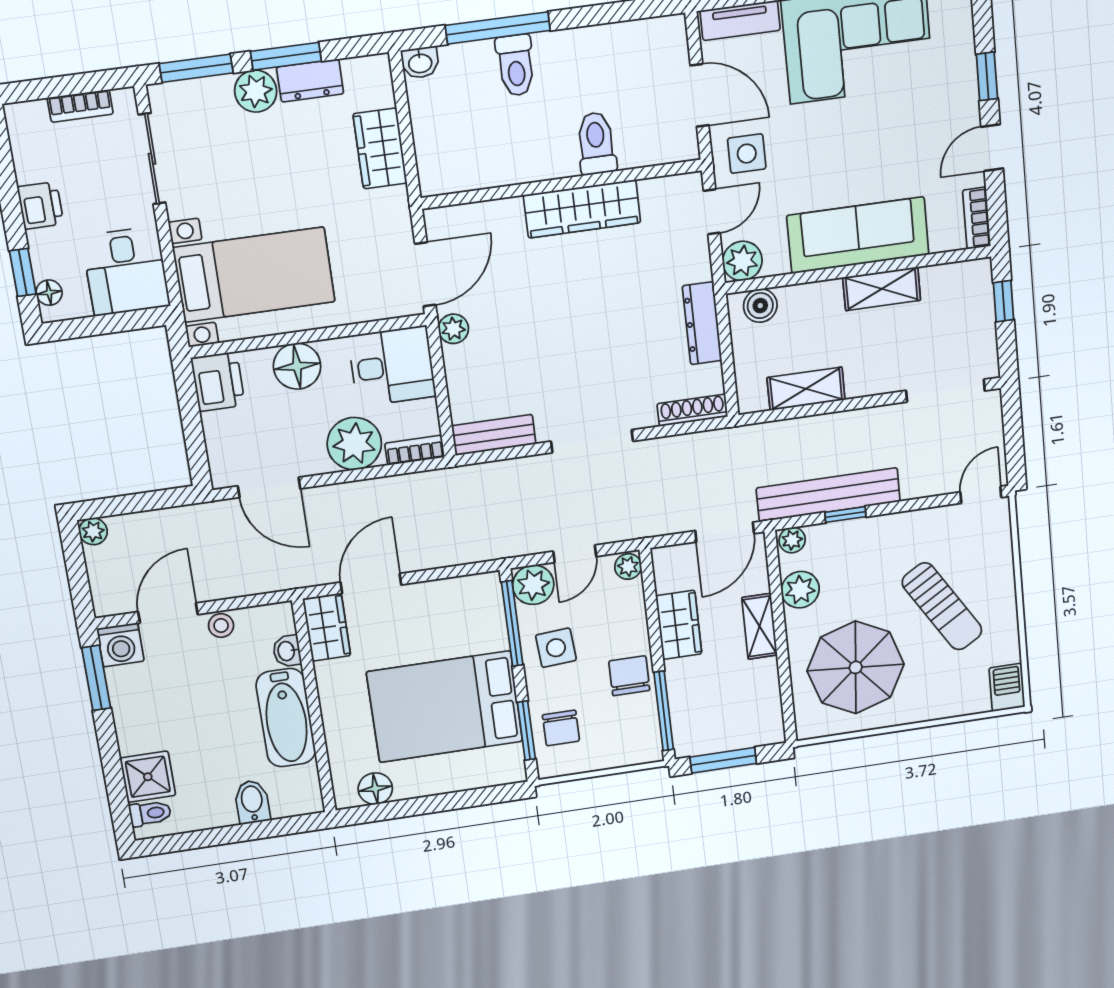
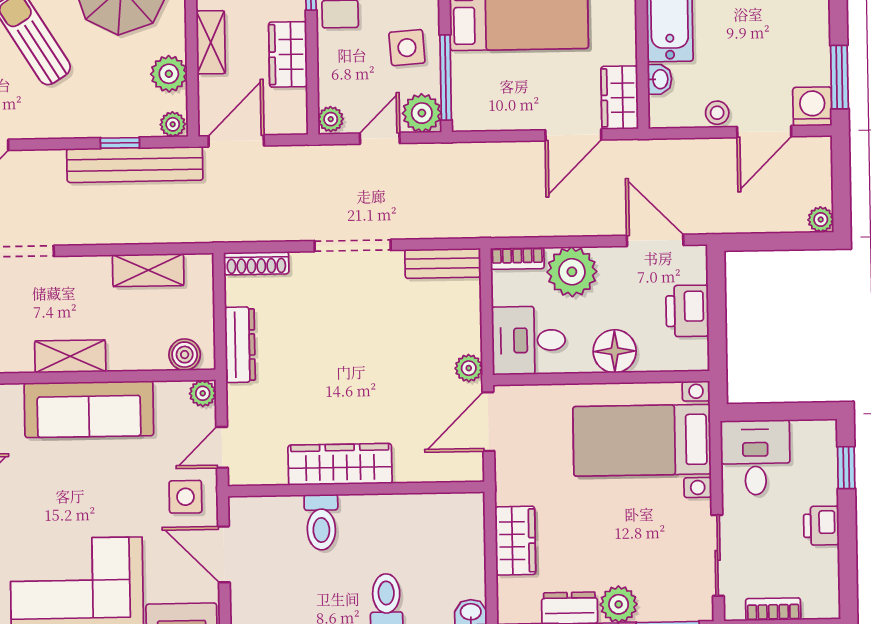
plant: (742, 261) -> (203, 393), width x0.73, depth x0.73
floor lamp: (49, 293) -> (826, 447), removed
printer: (218, 382) -> (687, 311), moved

